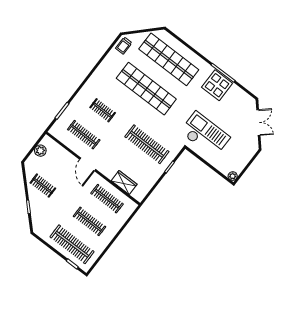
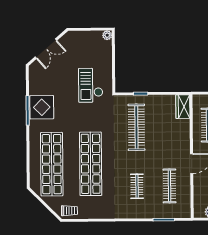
double door: (258, 122) -> (46, 49), swing flipped
checkout: (205, 135) -> (91, 85), width x0.73, depth x0.83
wardrobe: (124, 182) -> (183, 107), moved

